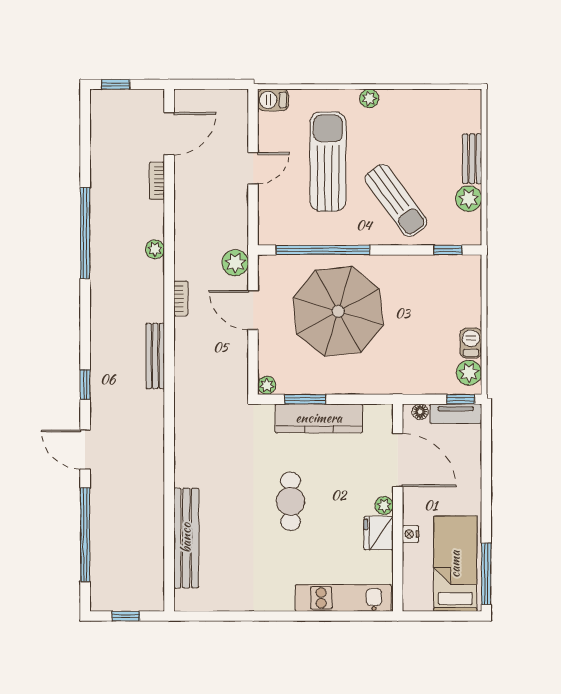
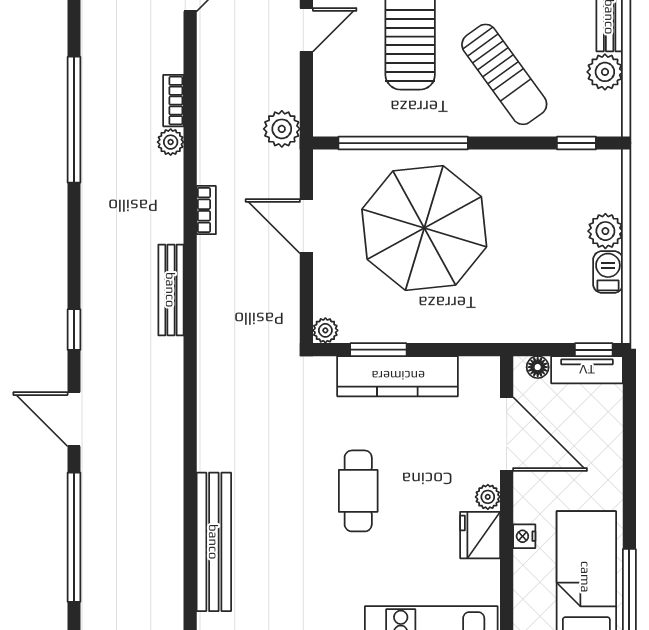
bookcase: (157, 181) -> (173, 101), moved
plant: (235, 263) -> (282, 129), moved
plant: (469, 373) -> (605, 231), moved

